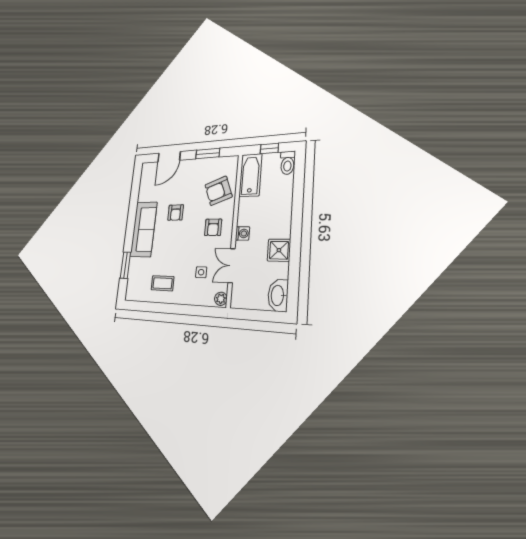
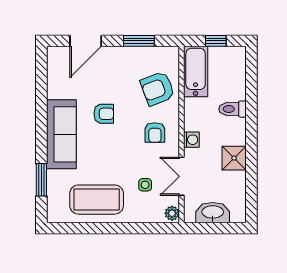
toilet: (288, 163) -> (233, 109), moved, turned 90
armchair: (176, 213) -> (104, 114), turned -90
coffee table: (163, 283) -> (97, 200), width x1.86, depth x1.72
washbasin: (278, 295) -> (213, 213), moved, turned 90

